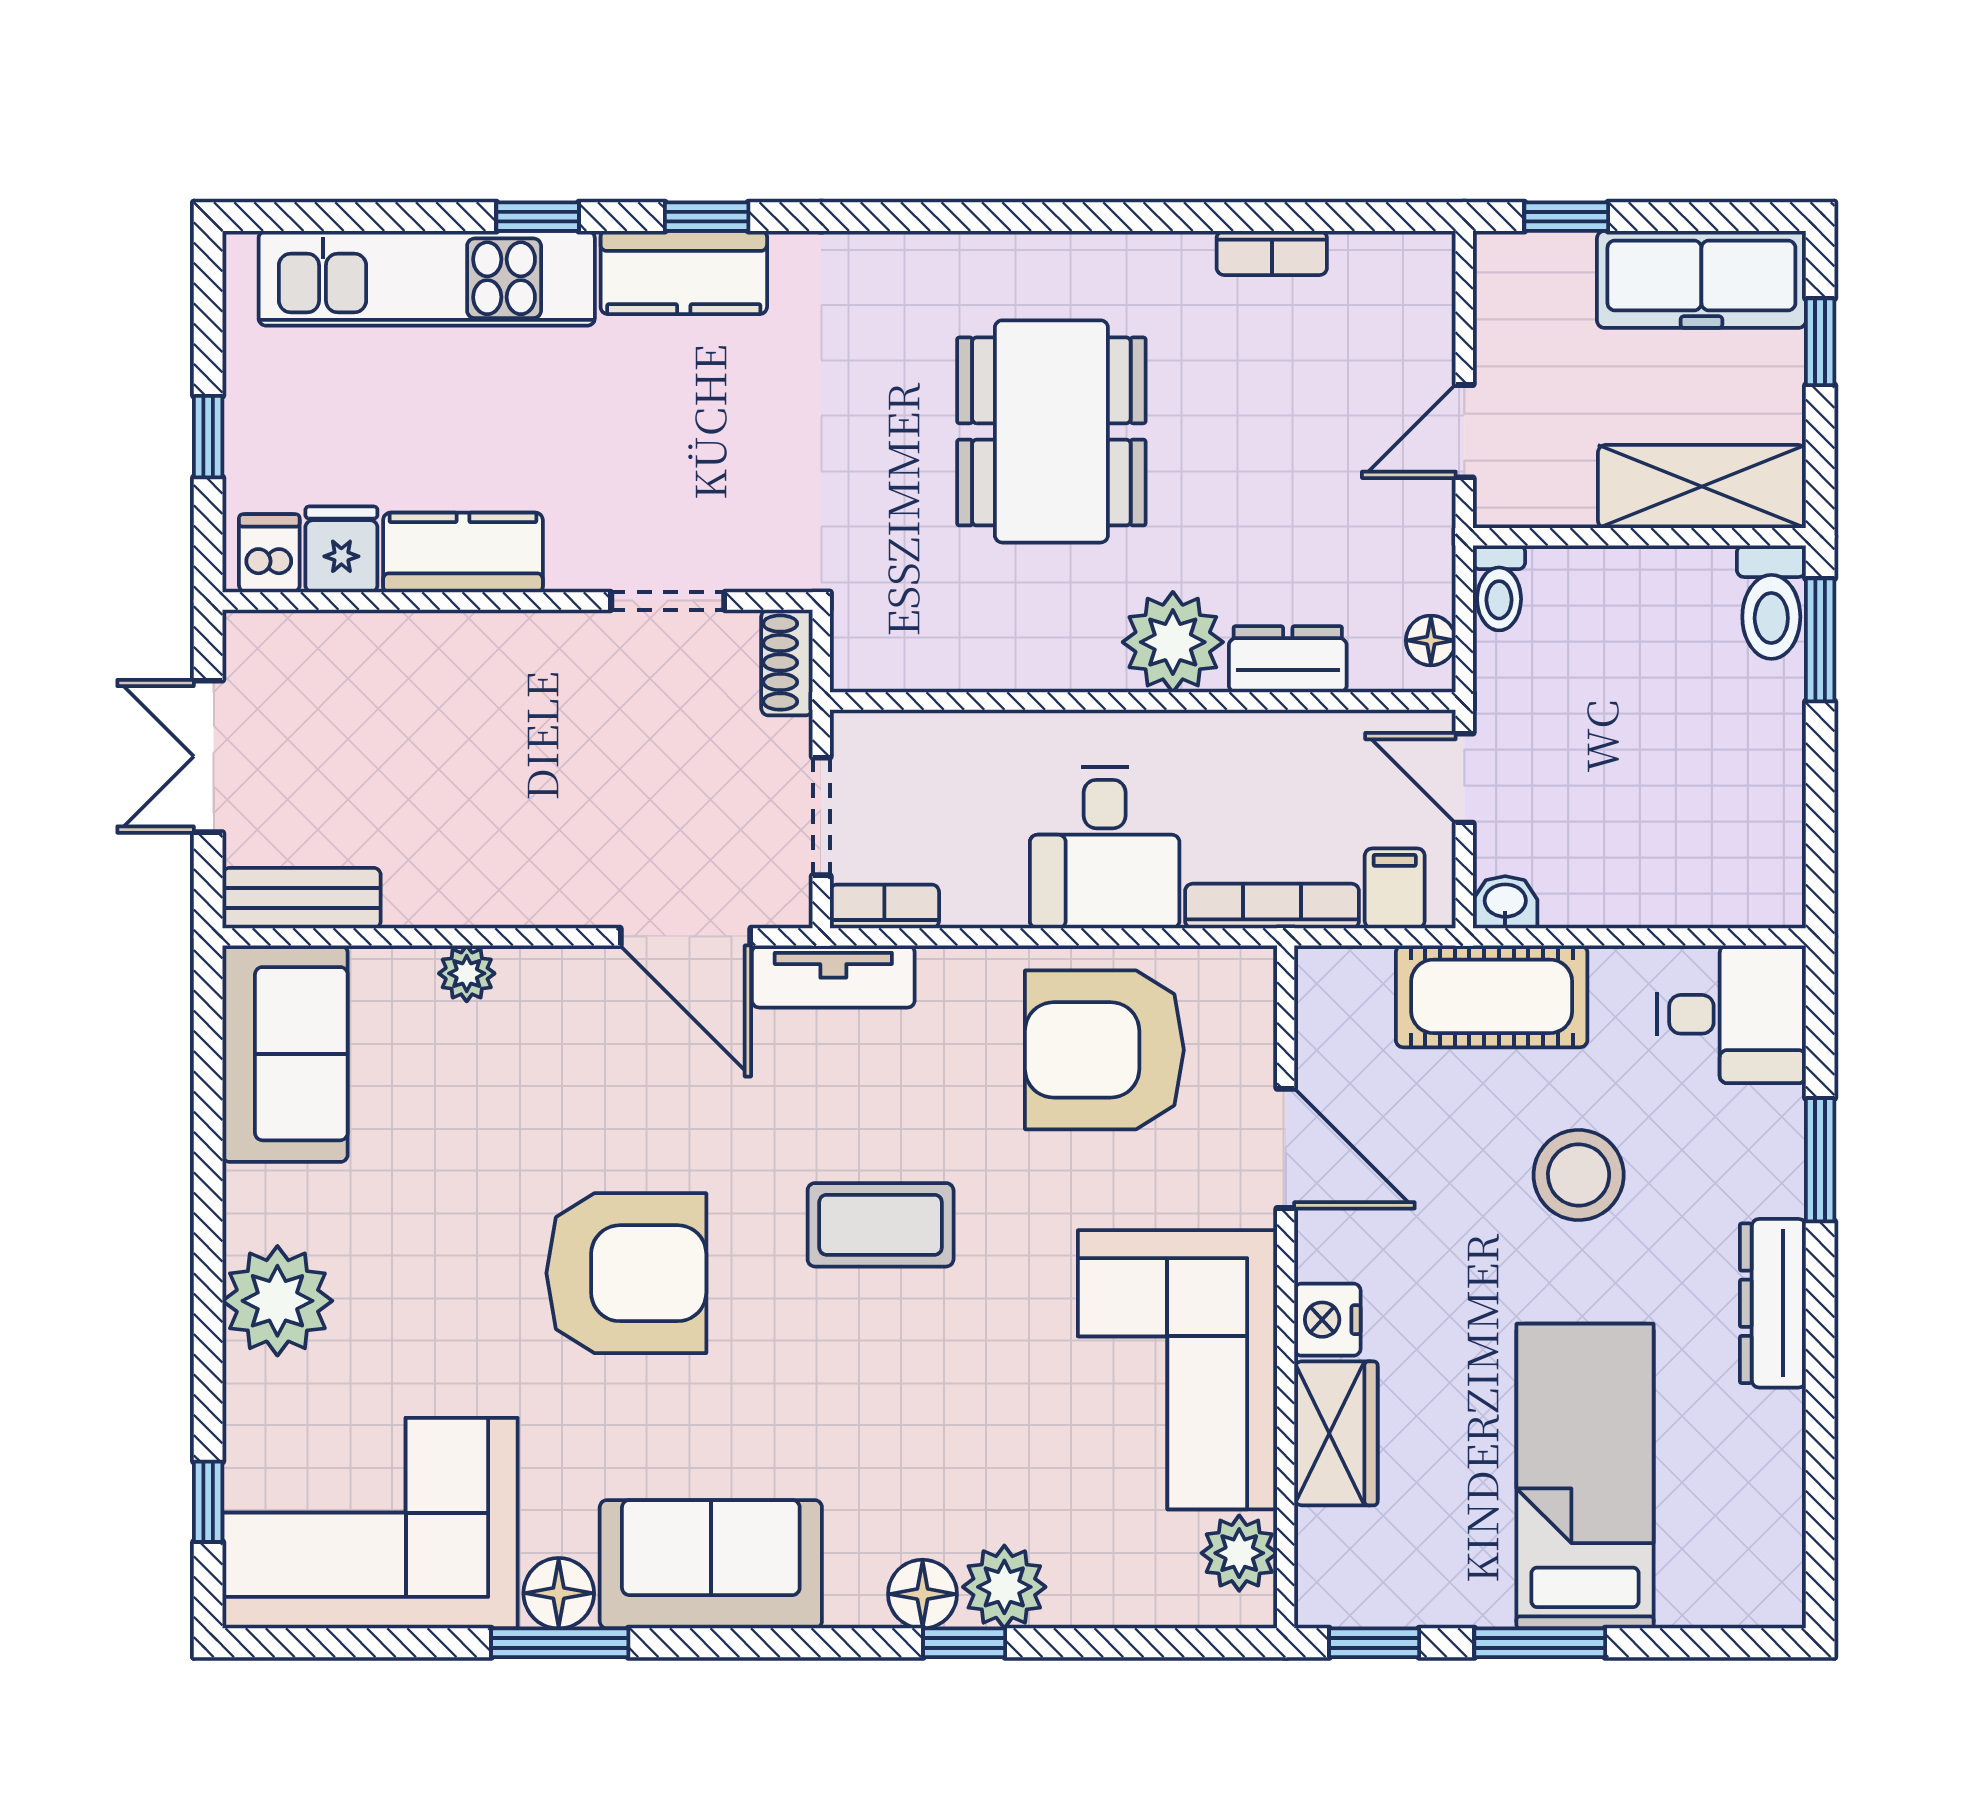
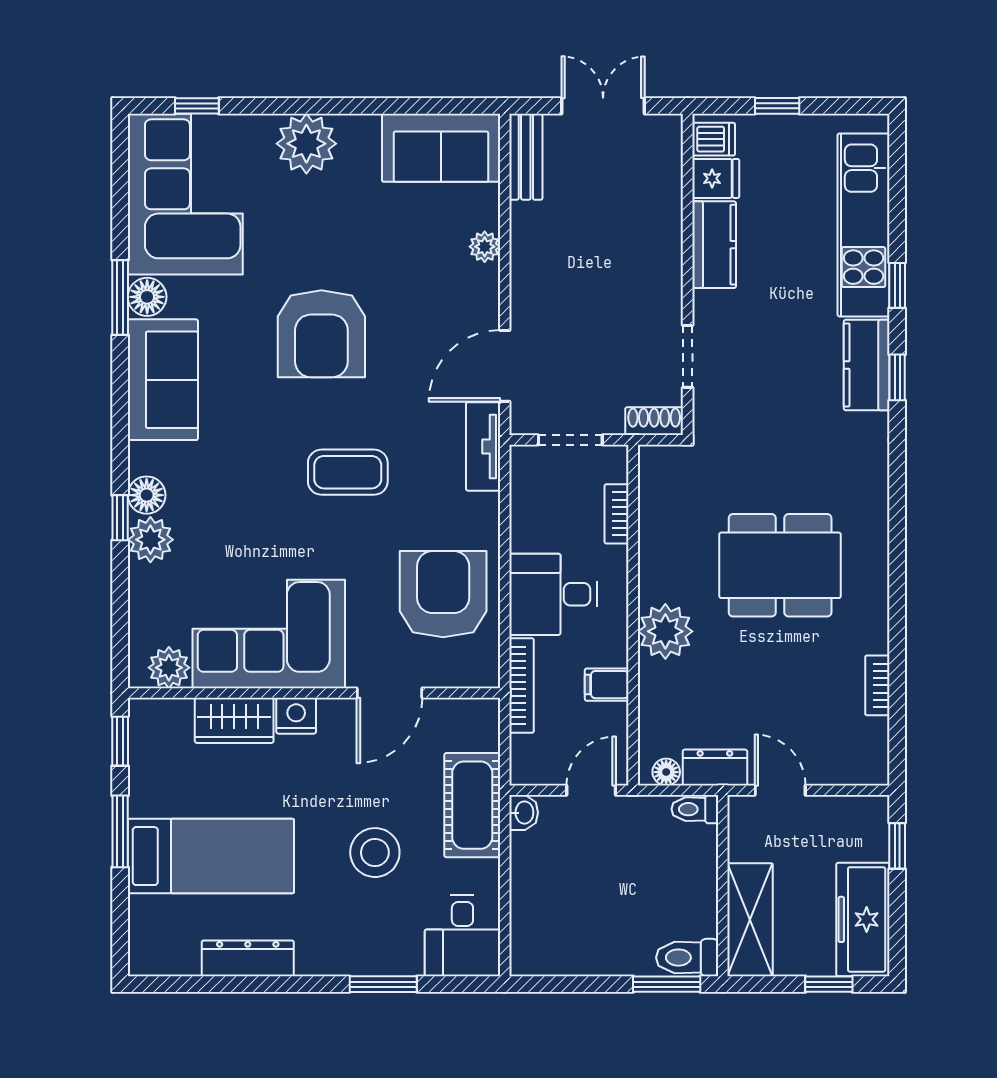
dresser: (1288, 659) -> (715, 768), moved, turned -90
filing cabinet: (1395, 888) -> (607, 685), moved, turned 180
bookcase: (884, 906) -> (617, 514), moved, turned 180
coffee table: (881, 1225) -> (348, 472), turned 90
dresser: (1773, 1303) -> (248, 958), moved

